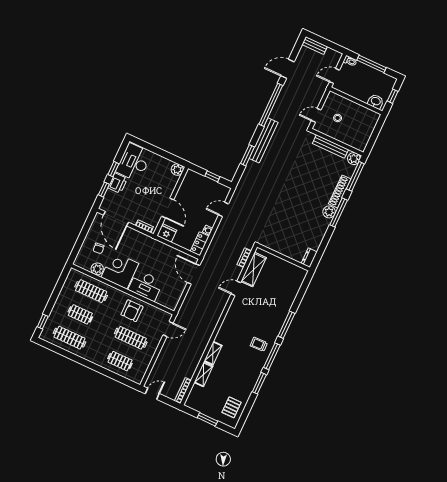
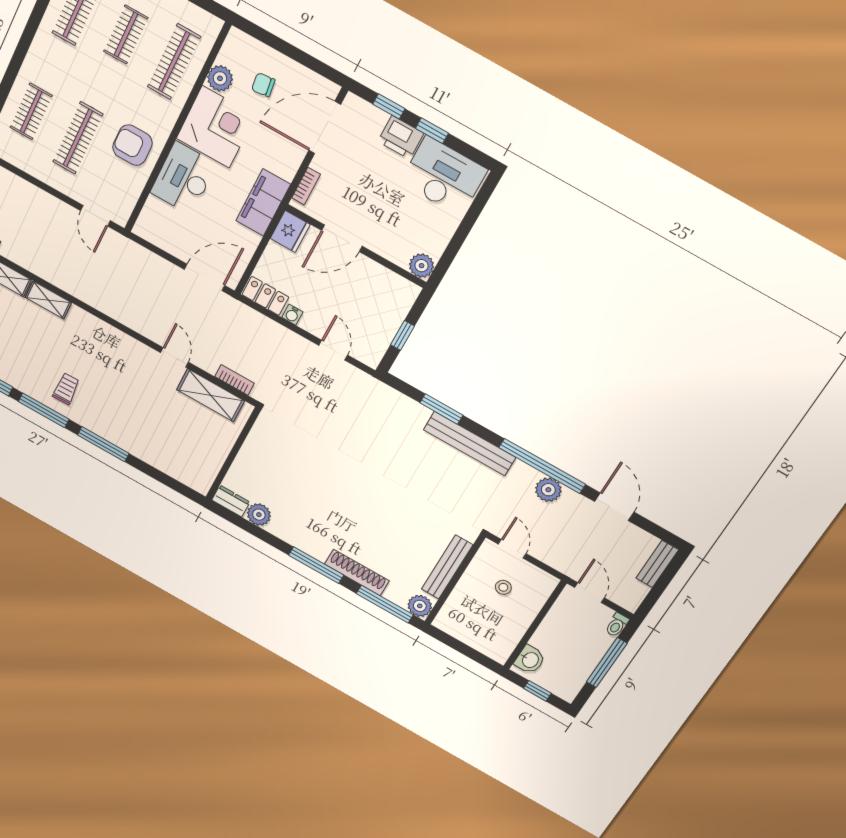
plant: (283, 101) -> (548, 490), added
plant: (329, 212) -> (259, 515), moved
filing cabinet: (154, 246) -> (263, 203), added

